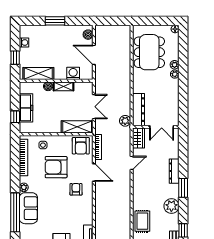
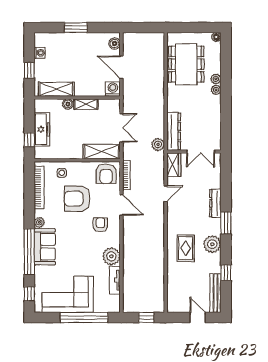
washing machine: (73, 73) -> (113, 89), moved
plant: (85, 216) -> (111, 256), added
rug: (142, 221) -> (186, 248), moved

